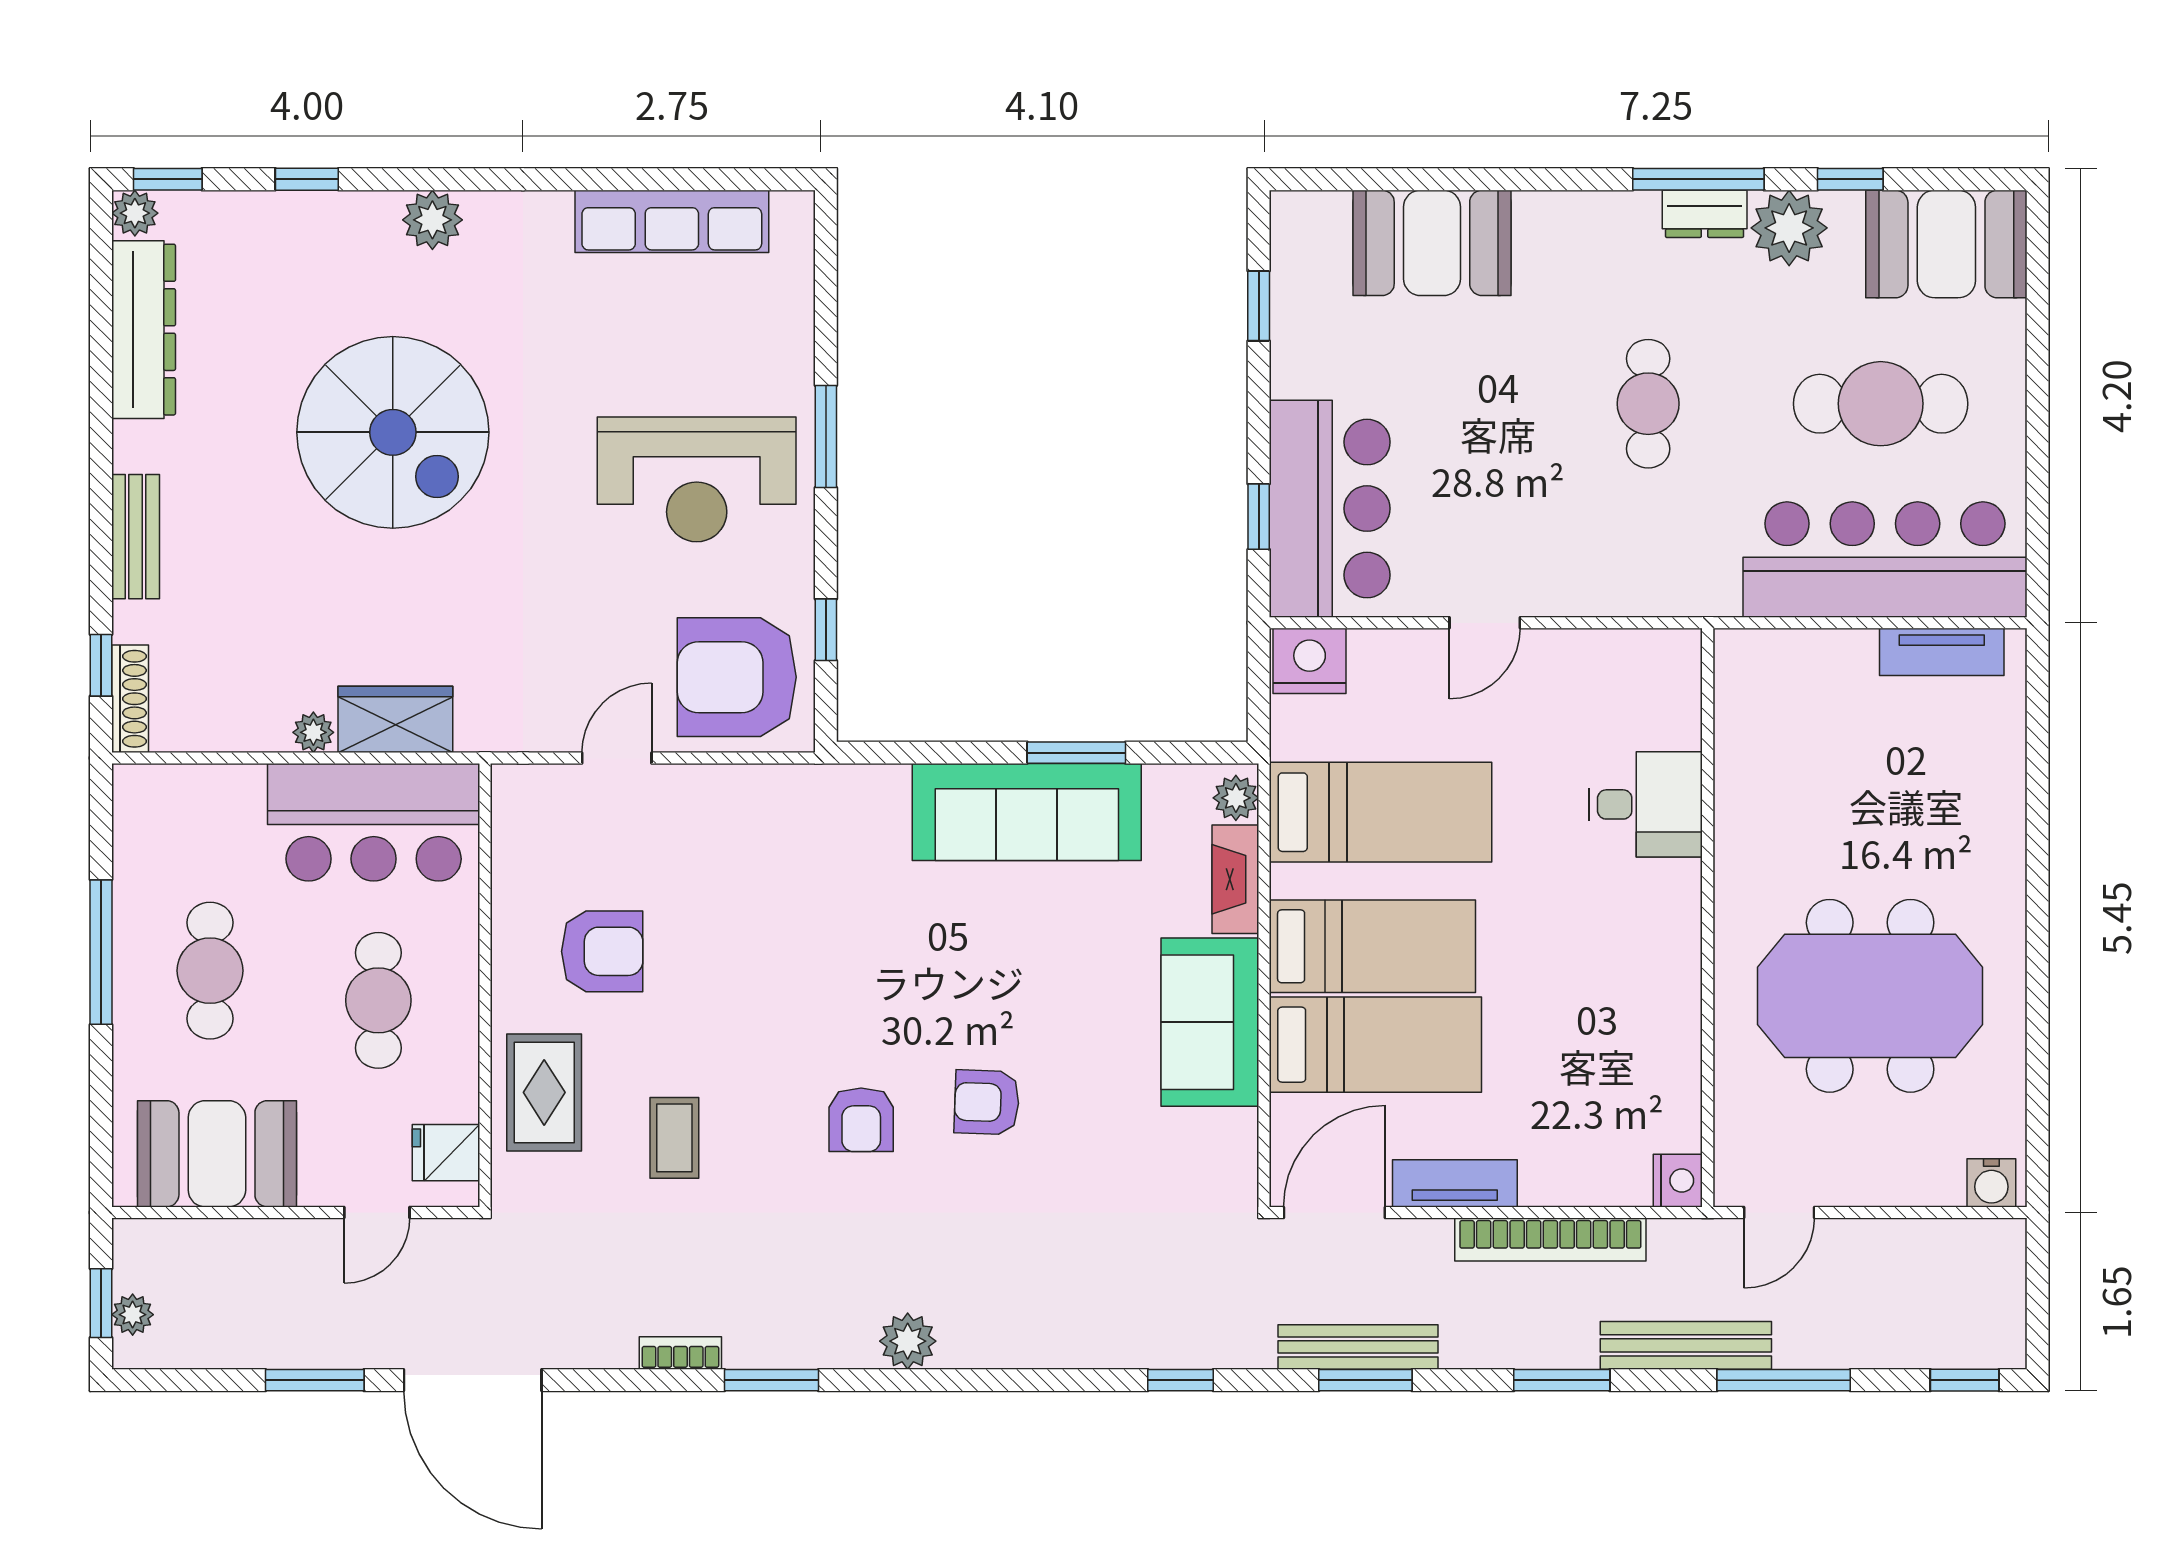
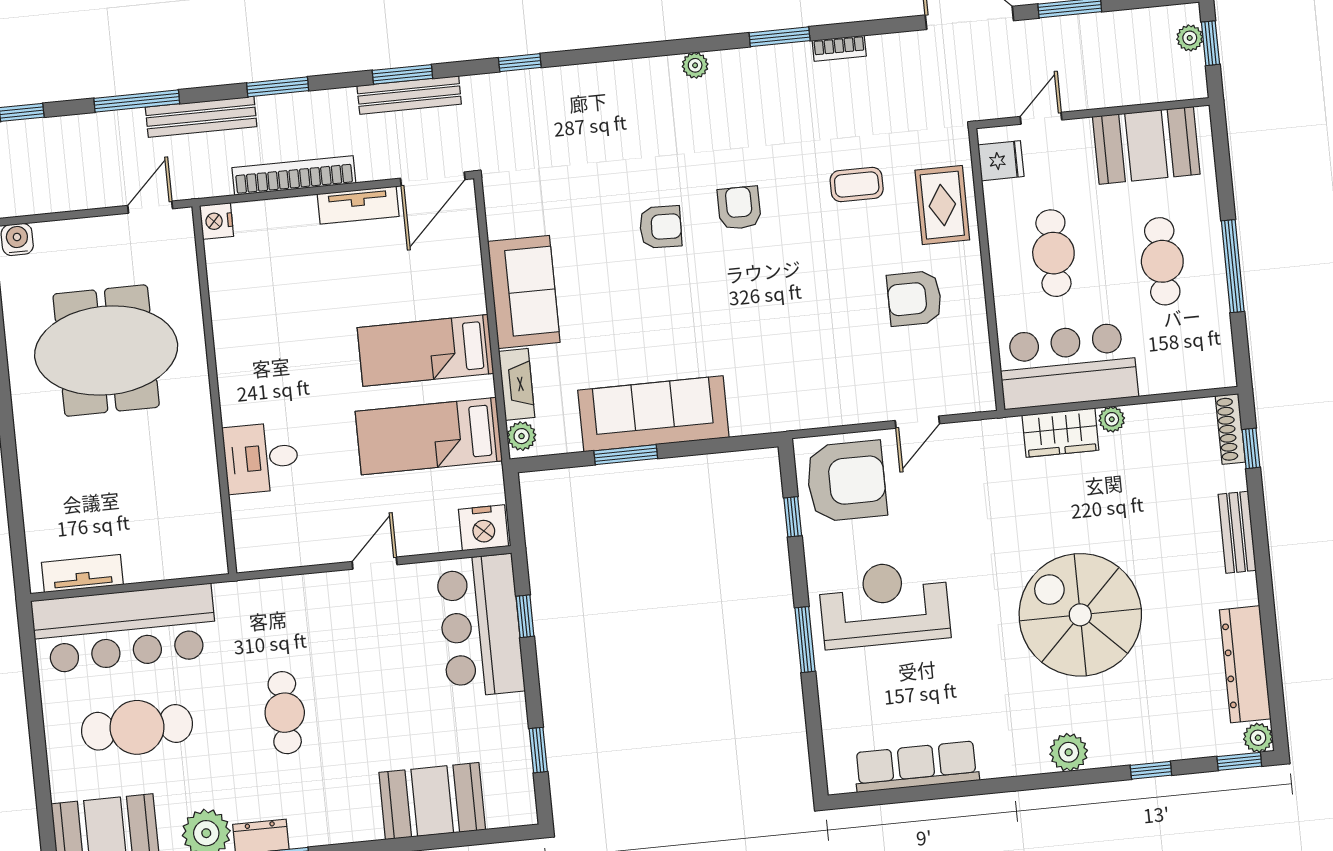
bed: (1375, 1045) -> (417, 288), removed
coffee table: (674, 1138) -> (857, 185), turned 90
plant: (908, 1341) -> (695, 65), width x0.73, depth x0.73

